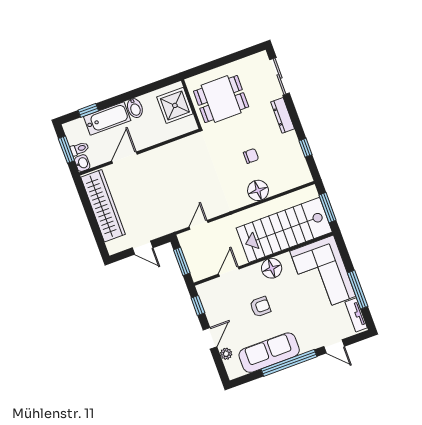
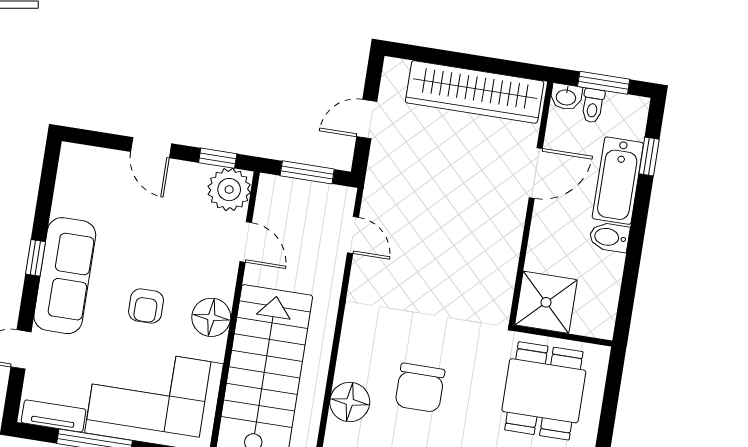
shower: (175, 105) -> (546, 302), moved
chair: (251, 156) -> (420, 388), width x1.87, depth x1.87
door: (124, 158) -> (536, 173), hinge flipped
floor lamp: (258, 190) -> (350, 402), moved
armchair: (260, 307) -> (146, 306), moved
sofa: (269, 353) -> (65, 276), moved
plant: (226, 354) -> (229, 190), moved, width x1.88, depth x1.88
window: (289, 363) -> (35, 258), width x0.32

